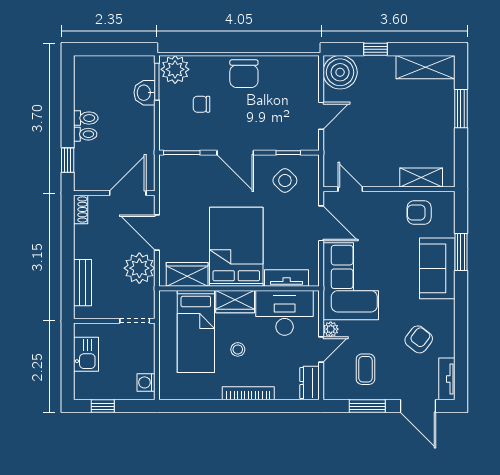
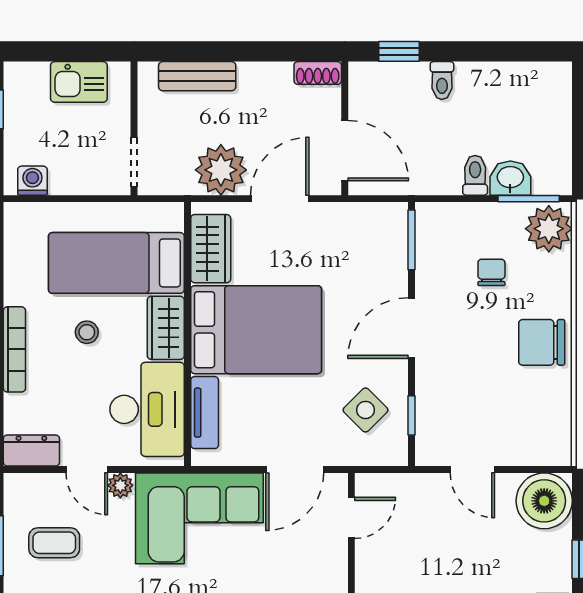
toilet: (86, 118) -> (475, 175), moved, turned 180

